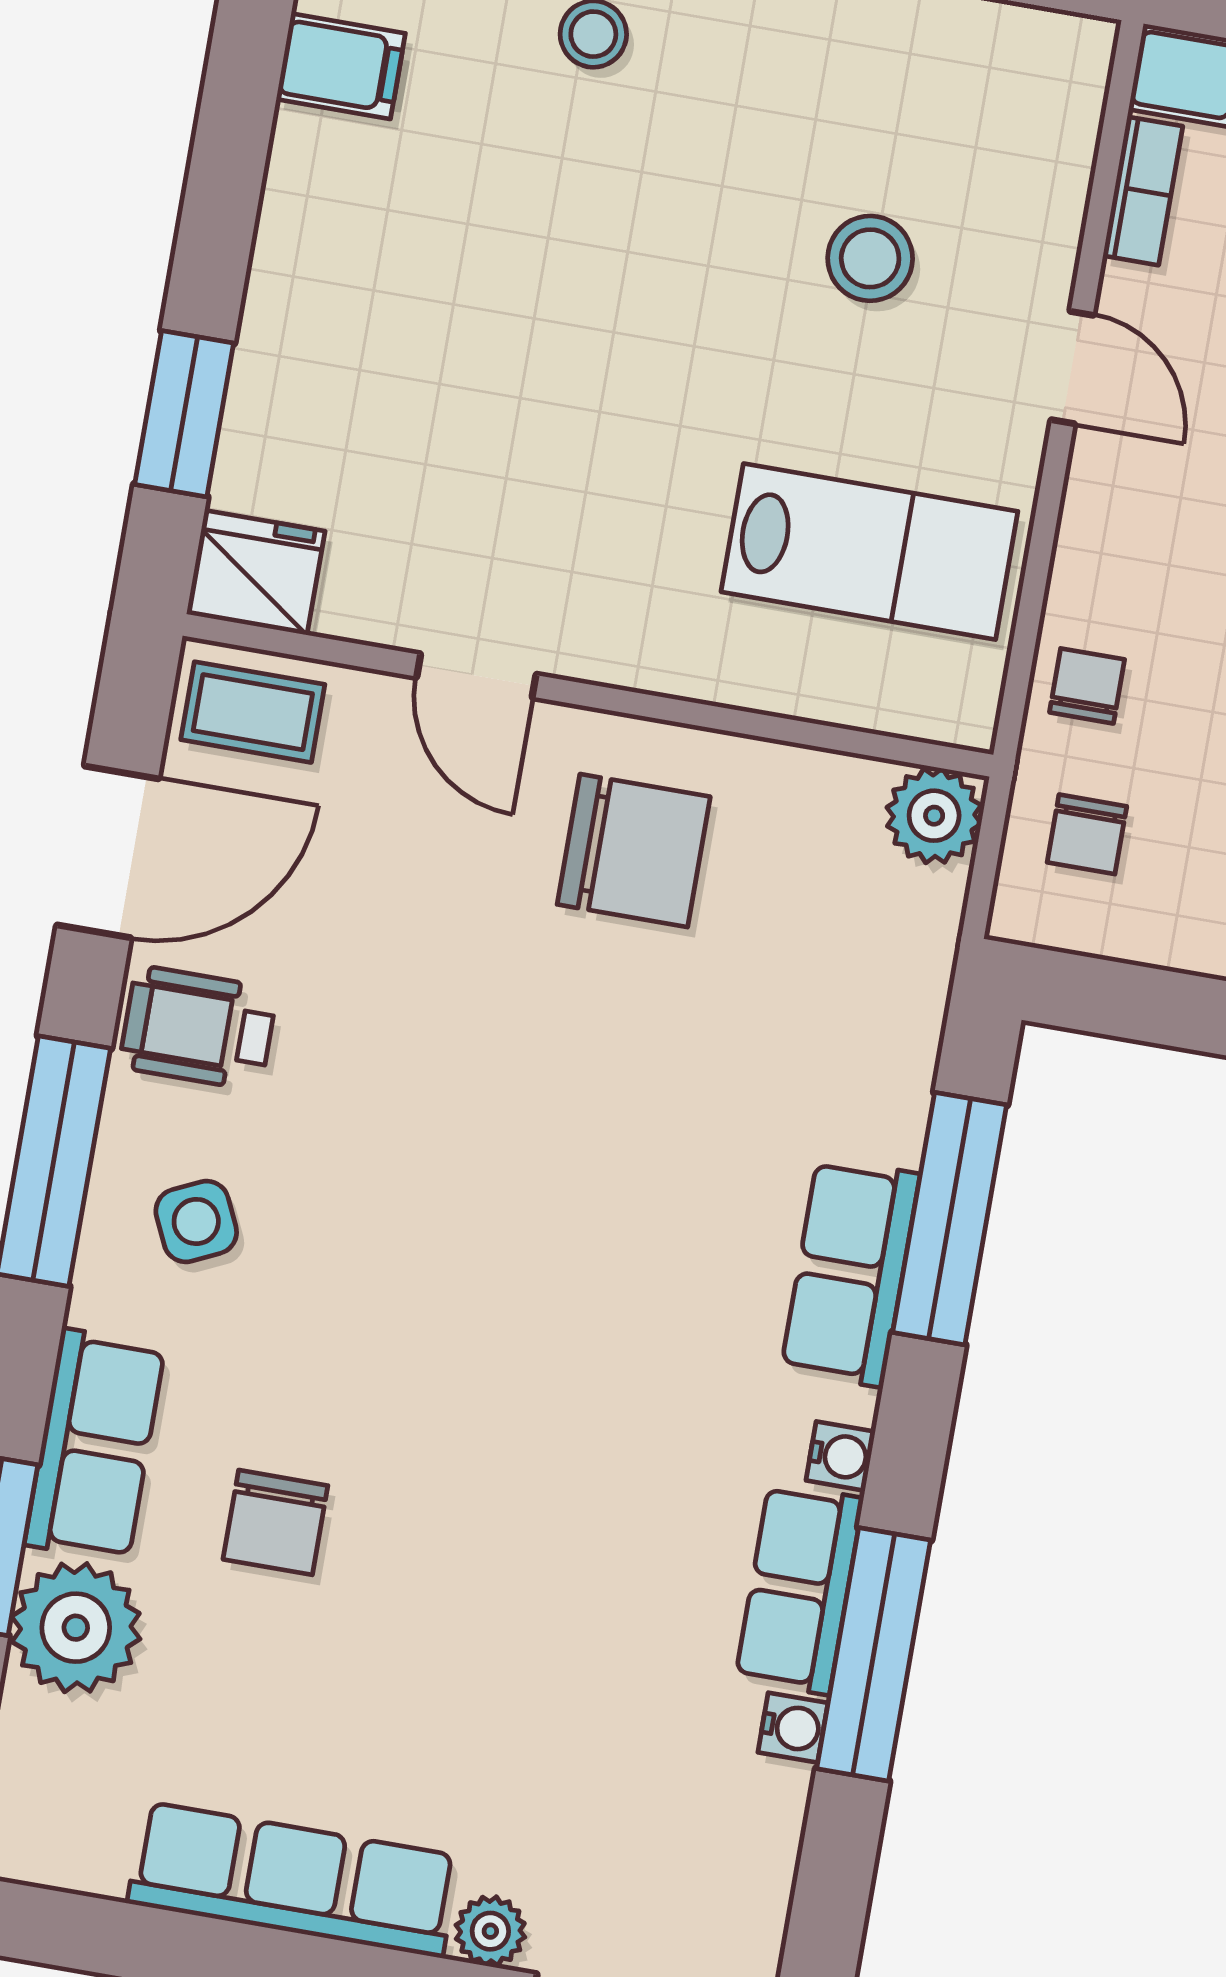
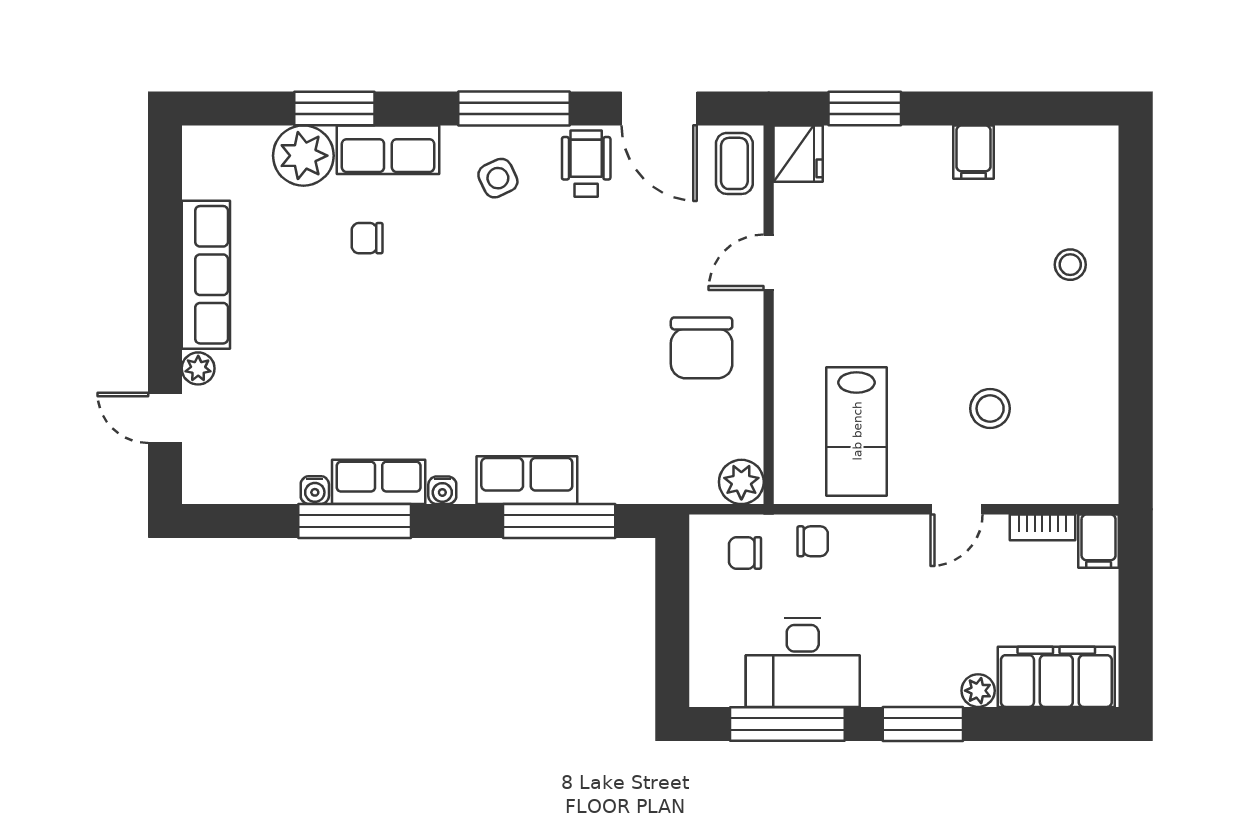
filing cabinet: (341, 66) -> (973, 152), moved
chair: (275, 1522) -> (367, 238), width x0.73, depth x0.73

